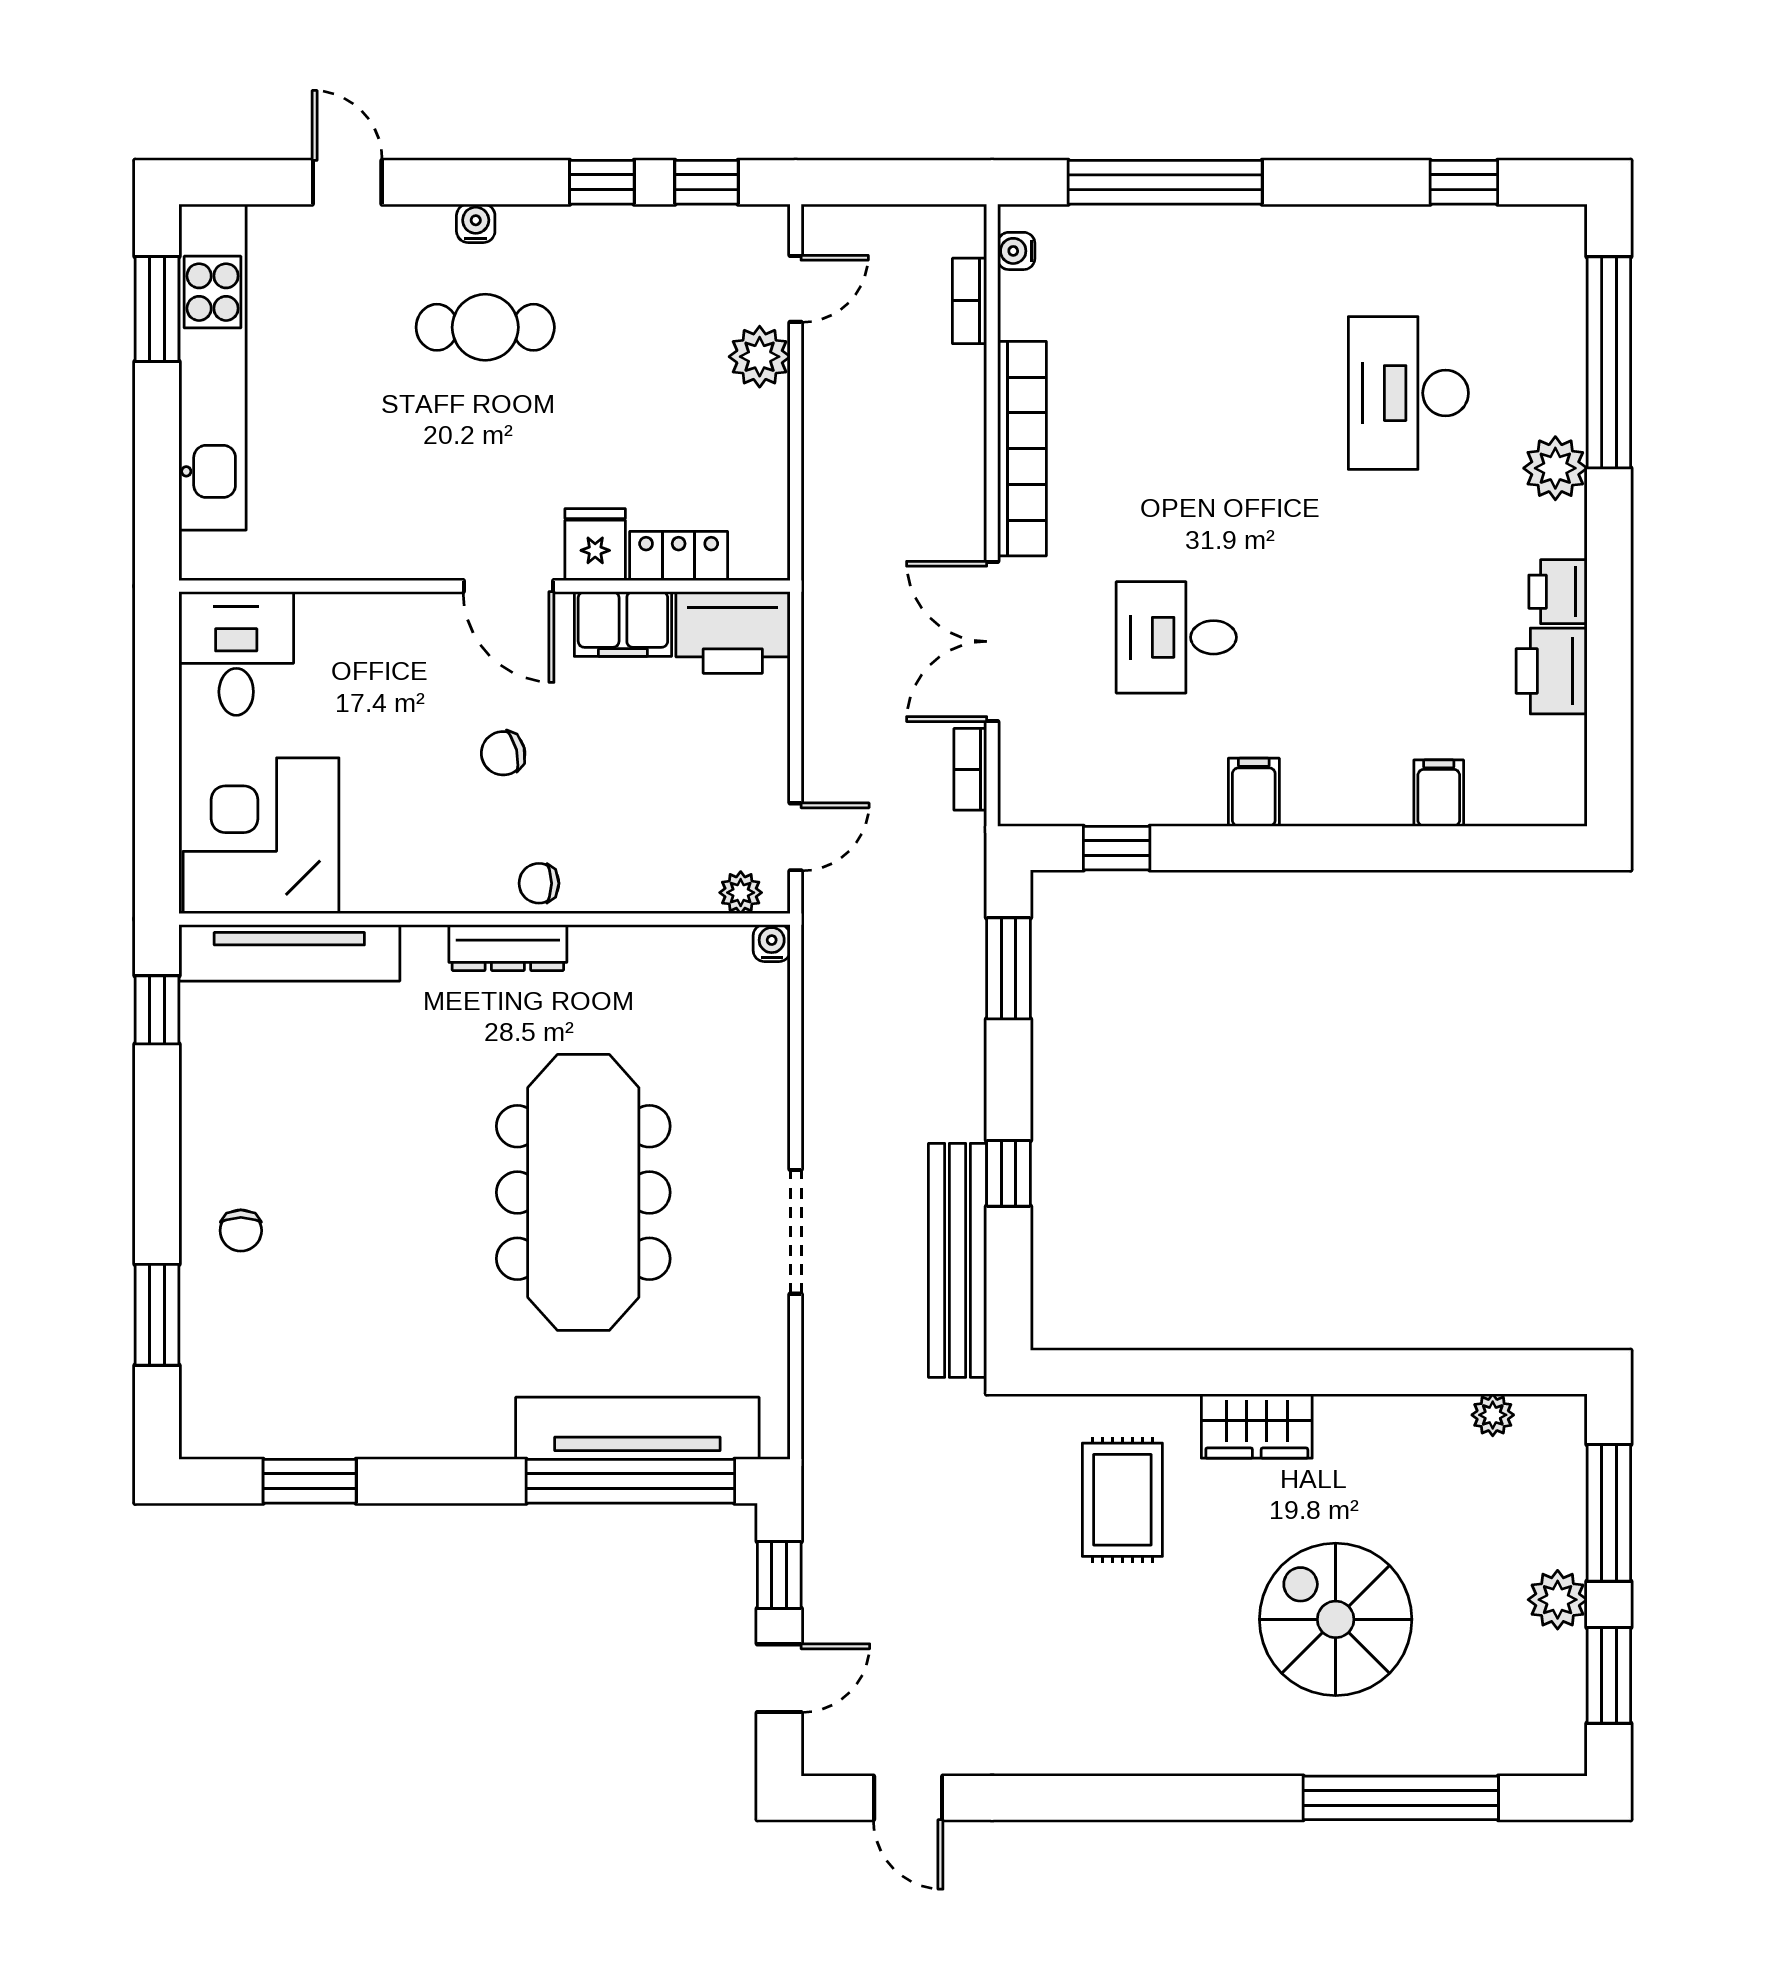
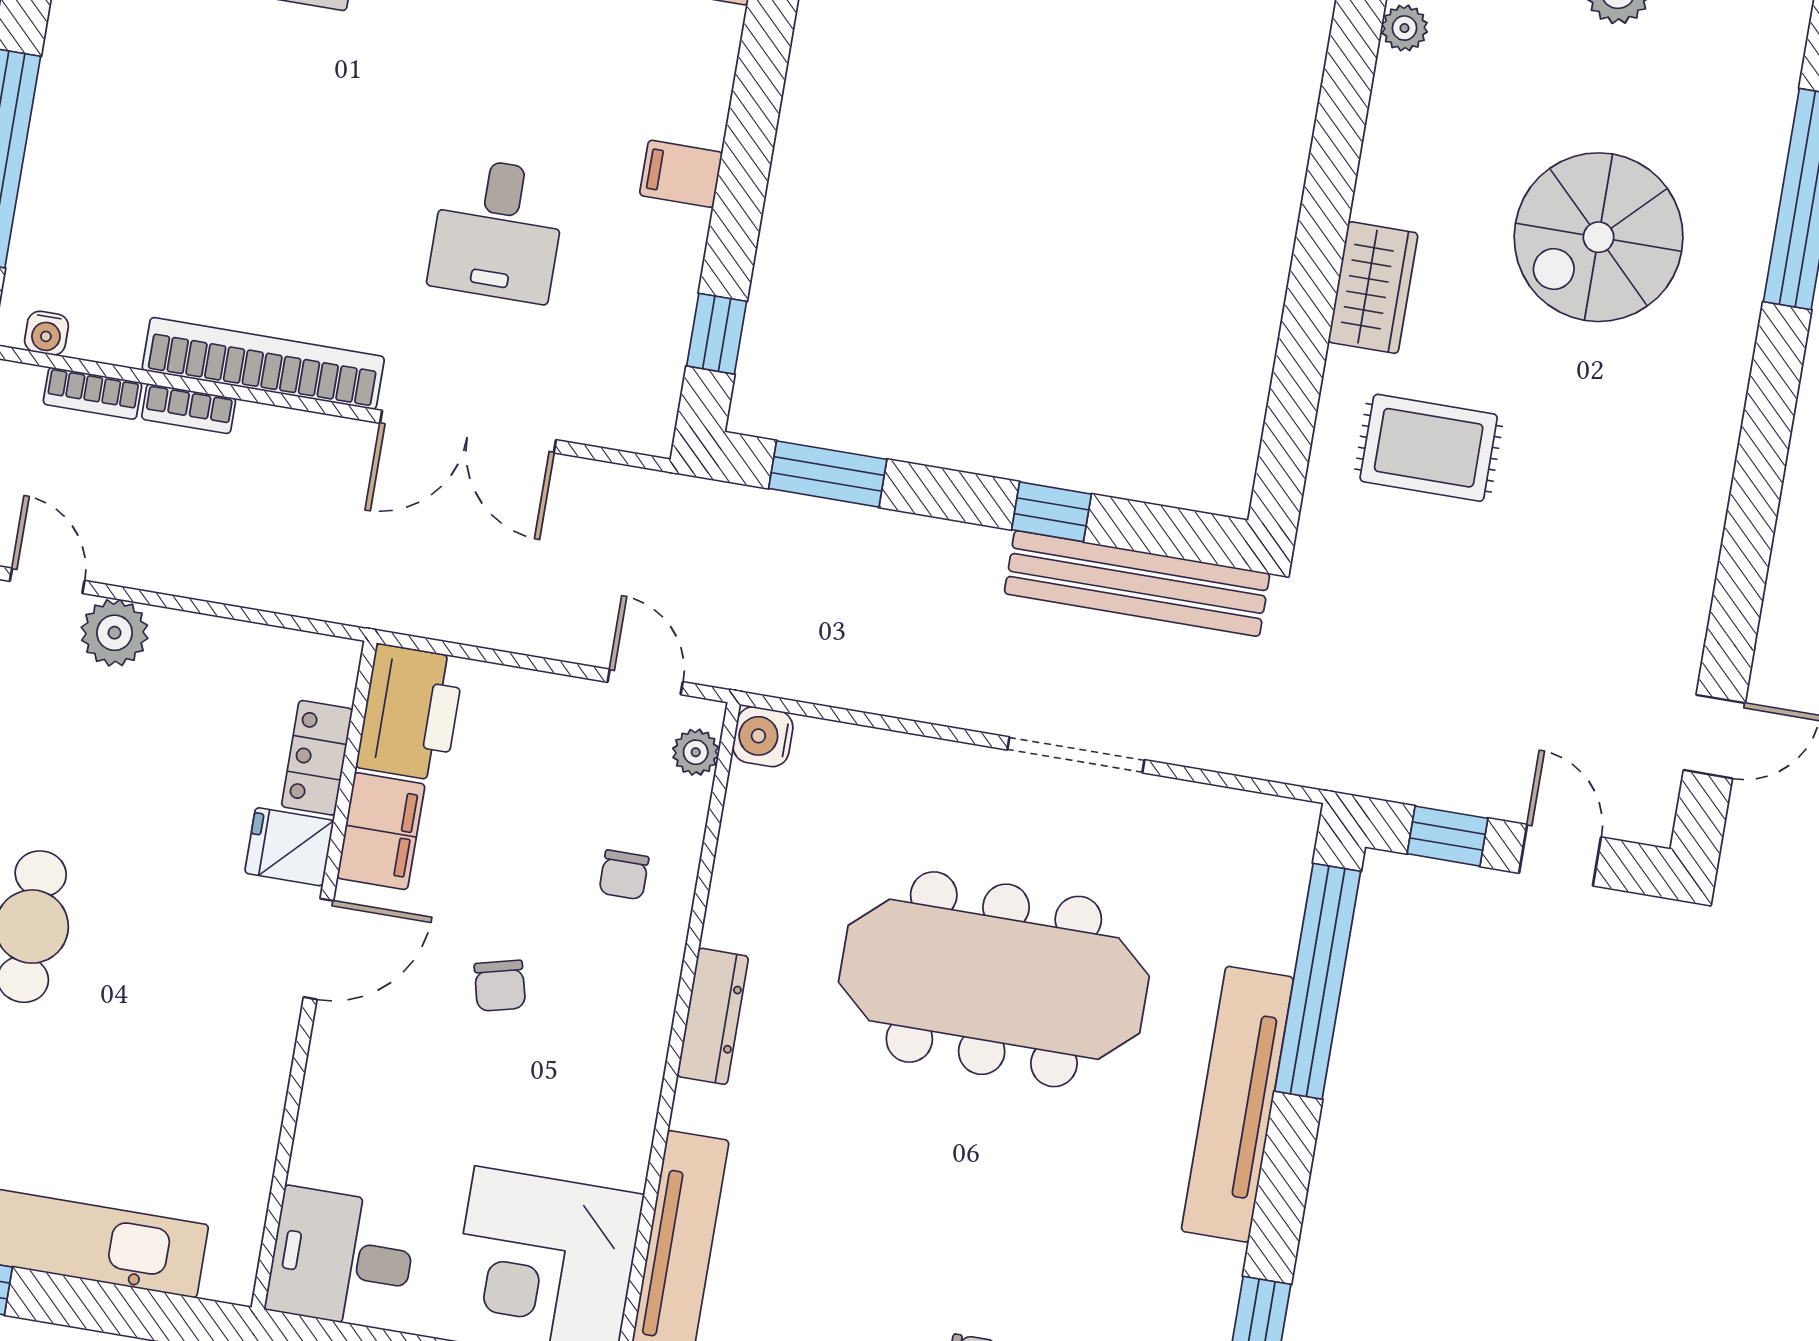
bookcase: (970, 769) -> (189, 409), moved
chair: (539, 883) -> (624, 875), moved
water cooler: (772, 943) -> (763, 737), width x1.38, depth x1.38
tv unit: (637, 1428) -> (1237, 1104), moved

